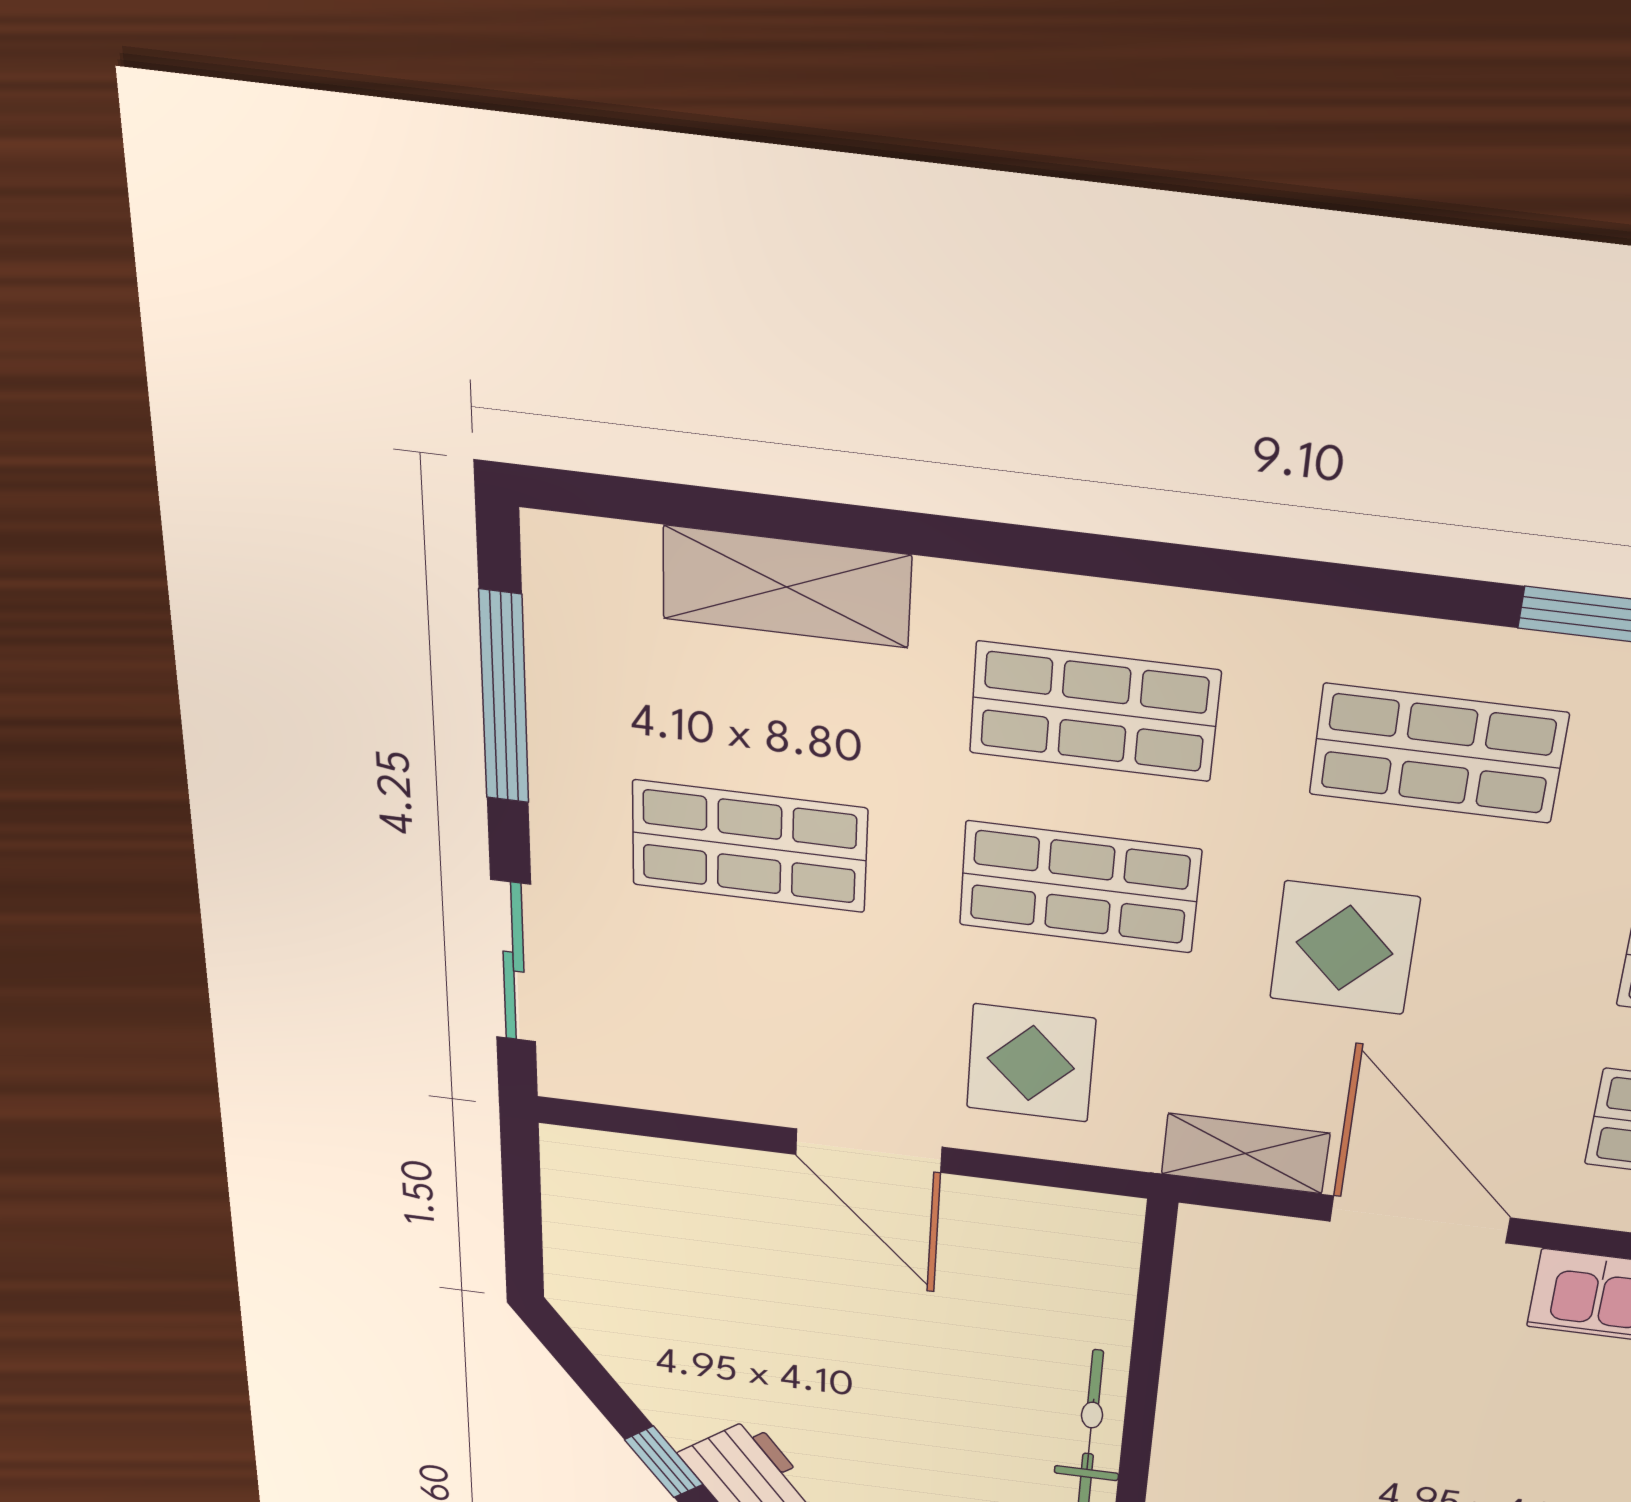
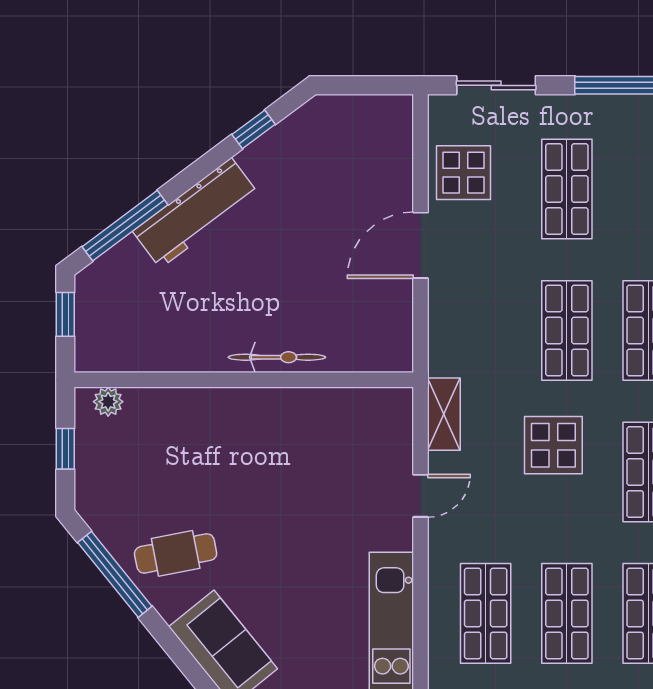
display table: (1031, 1063) -> (464, 173), moved
door: (1420, 1219) -> (421, 496), width x0.53
window: (664, 1462) -> (254, 129), moved

